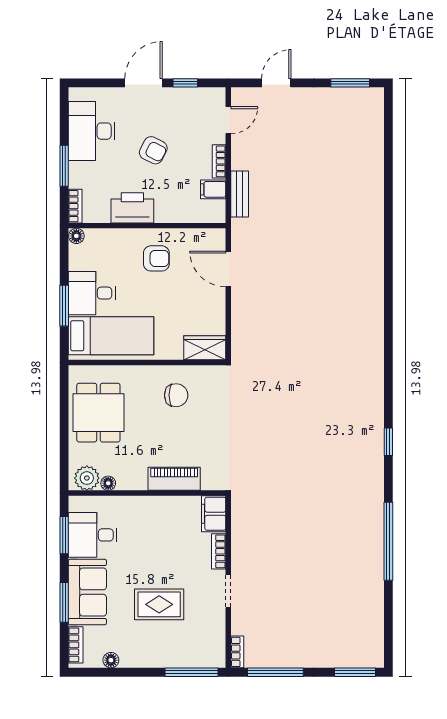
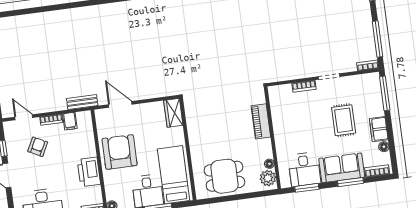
armchair: (153, 150) -> (38, 147), moved
bench: (240, 194) -> (82, 102), moved
armchair: (156, 258) -> (120, 152), width x1.88, depth x1.88
door: (228, 269) -> (120, 104), swing flipped
chair: (176, 395) -> (207, 127), removed
filing cabinet: (214, 514) -> (379, 129), moved, turned 90

